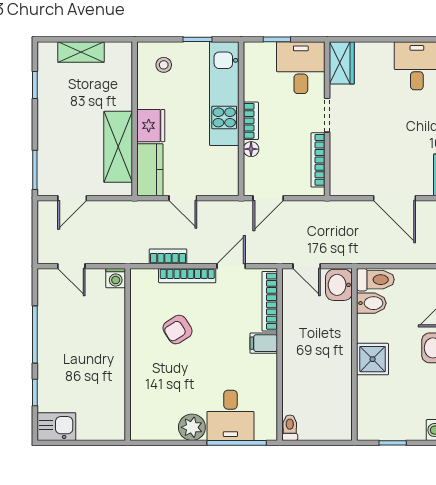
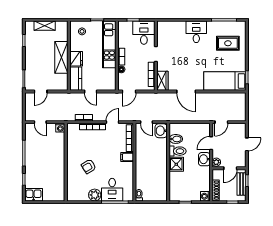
wardrobe: (342, 63) -> (162, 81), moved
shelving: (118, 147) -> (61, 57), moved
toilet: (375, 280) -> (178, 151), moved
armchair: (177, 330) -> (89, 166), moved

